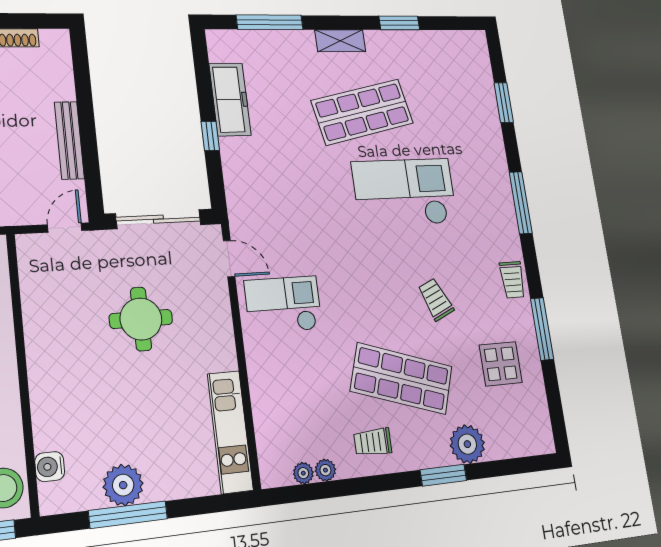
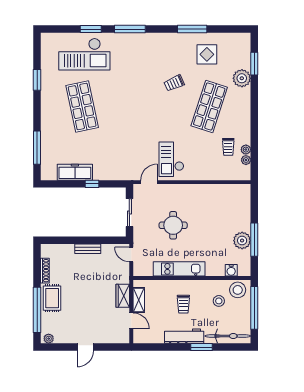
shelving: (340, 41) -> (46, 113), removed
window: (504, 103) -> (91, 29), moved
bench: (69, 140) -> (88, 249), width x0.73
checkout: (405, 192) -> (84, 54), moved, turned -90
sliding door: (158, 219) -> (129, 213), width x0.73
trolley: (512, 280) -> (167, 41), removed
kitchen unit: (230, 432) -> (179, 269), moved, turned 180
trolley: (373, 442) -> (228, 147), moved
window: (443, 475) -> (254, 64), moved

